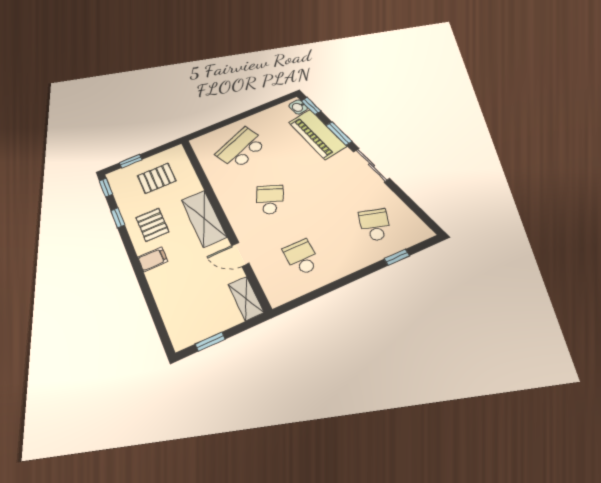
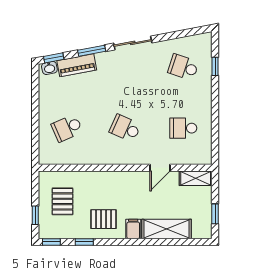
piano: (317, 134) -> (77, 65), width x0.73, depth x0.75
school desk: (241, 148) -> (67, 128), width x0.54
shelving: (204, 218) -> (166, 229), moved

